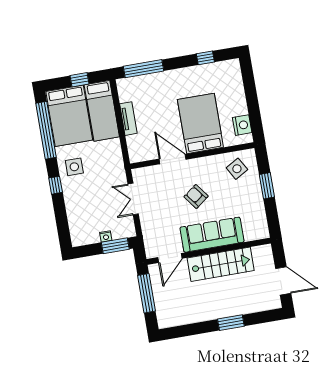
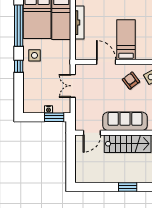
tv unit: (128, 119) -> (79, 23), width x1.41
bed: (200, 123) -> (126, 40), width x0.67
armchair: (196, 196) -> (131, 81), moved
window: (147, 293) -> (71, 155), removed

